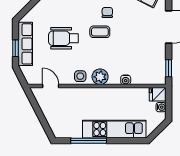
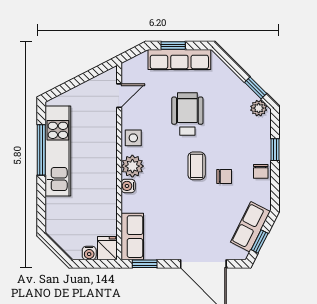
row of seats: (149, 77) -> (132, 237), added
water cooler: (126, 80) -> (128, 186), moved
kitchen unit: (114, 129) -> (58, 151), moved

